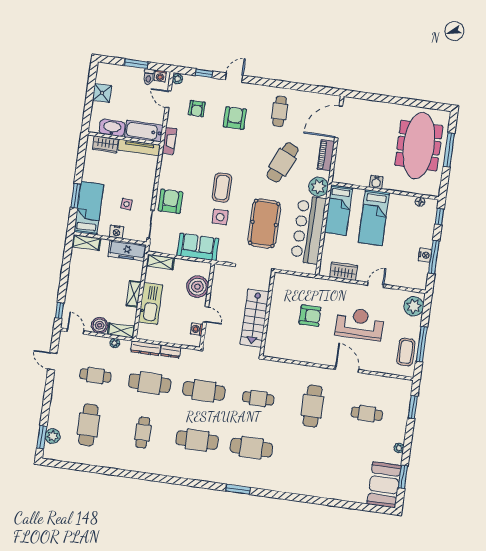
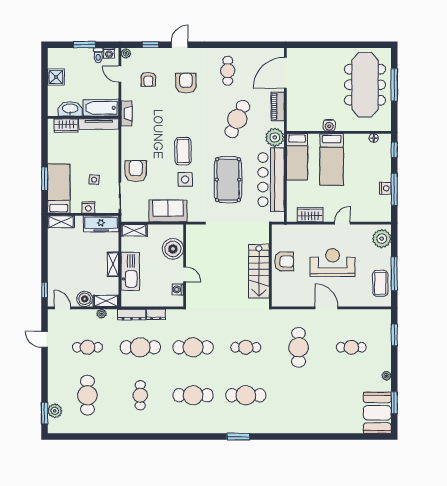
wall: (267, 314) -> (270, 266), moved
stairs: (255, 318) -> (259, 271), moved

